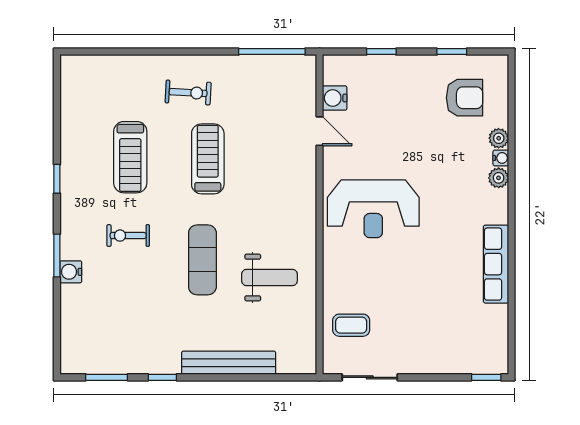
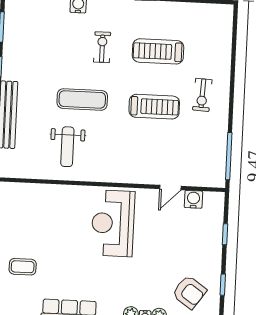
armchair: (465, 98) -> (189, 292), turned -55
coffee table: (351, 325) -> (23, 267), moved, turned 90

